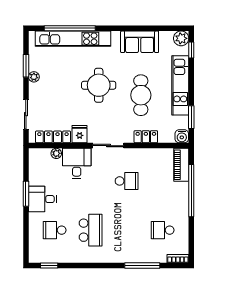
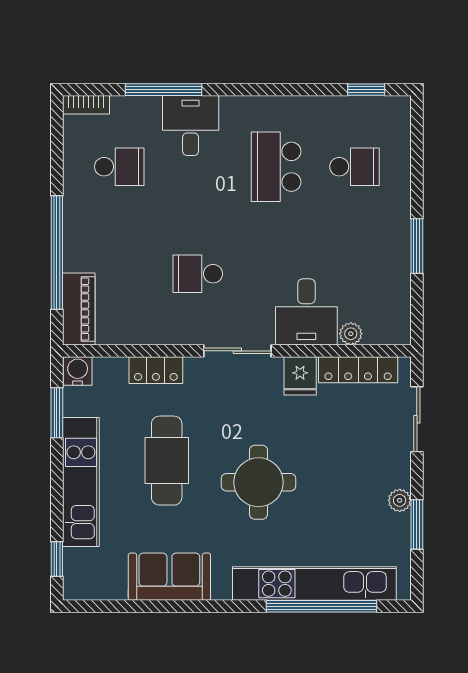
plant: (181, 38) -> (79, 584), removed
desk: (42, 199) -> (191, 126), moved, turned -90

